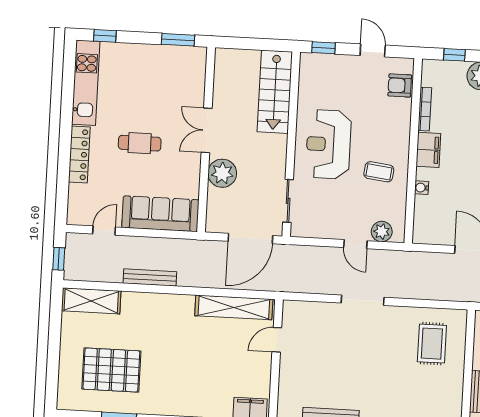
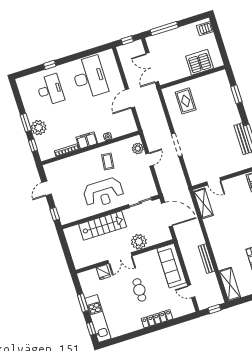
window: (178, 40) -> (83, 303), moved
kitchen unit: (86, 83) -> (98, 318), moved, turned 90
armchair: (400, 85) -> (59, 168), removed
stairs: (275, 92) -> (103, 226), moved
fridge: (193, 93) -> (103, 272), added
shelving: (234, 307) -> (203, 203), width x0.68
rug: (432, 344) -> (186, 101), turned 90

